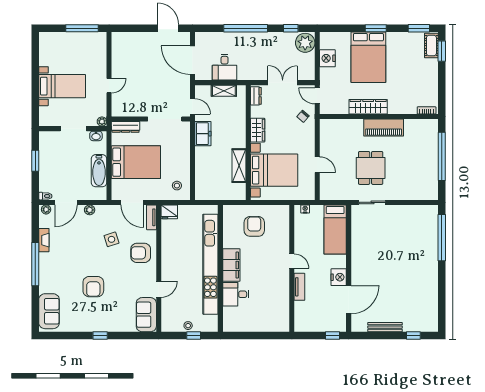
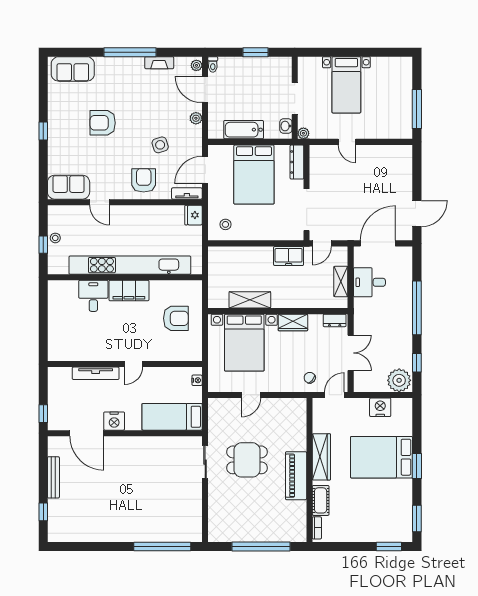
cot: (431, 46) -> (321, 500), moved, turned 90
tv unit: (299, 287) -> (96, 373), width x1.41

